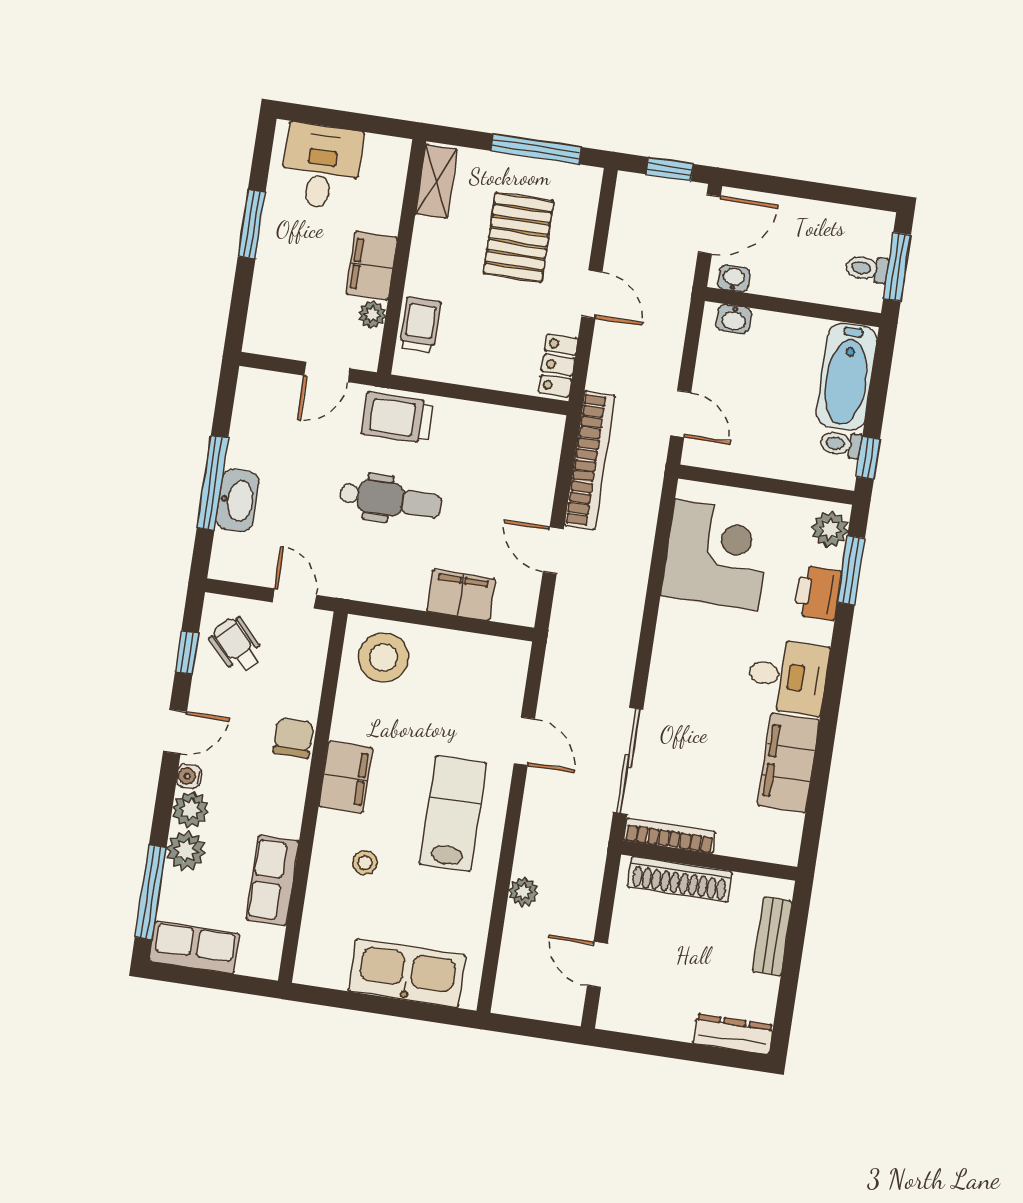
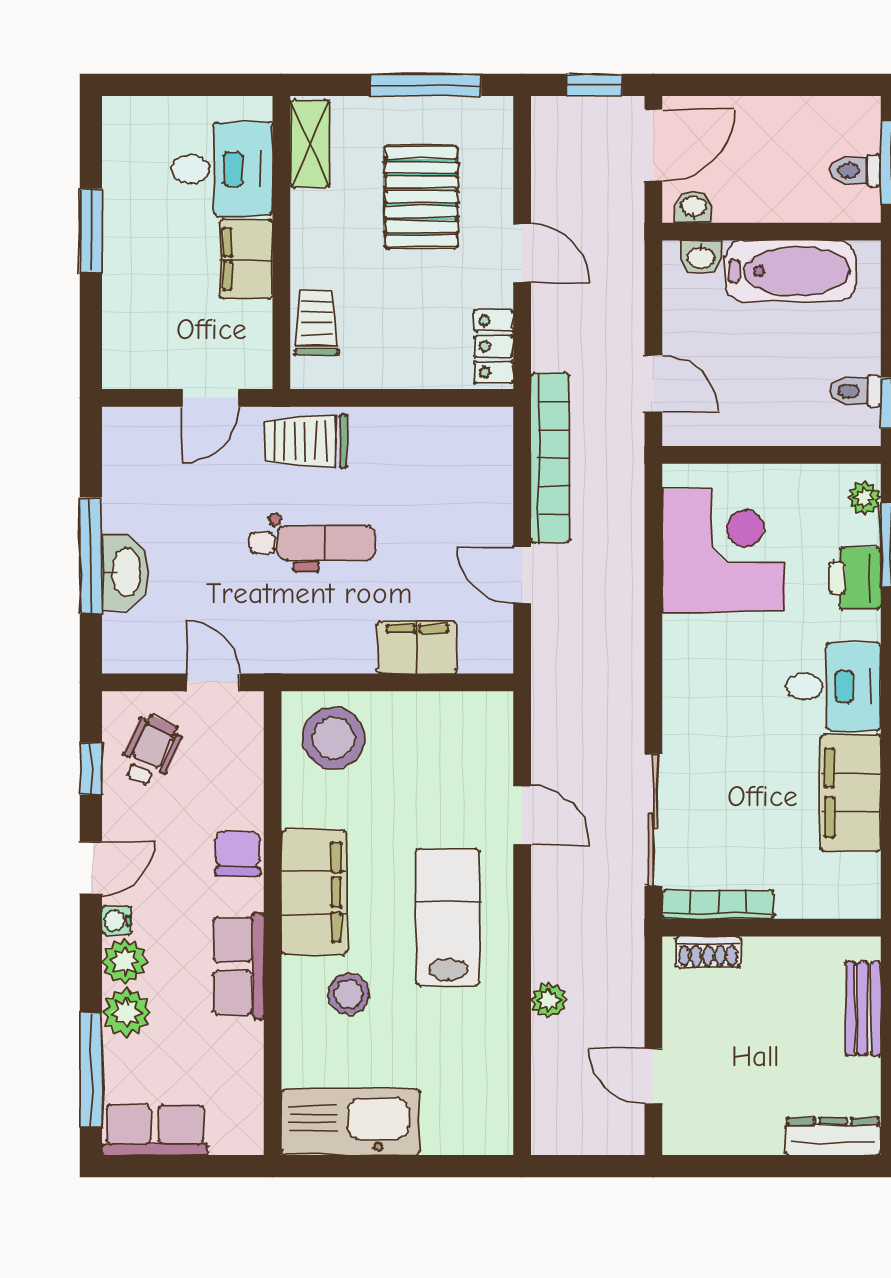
desk: (321, 166) -> (222, 169), moved, turned 90
plant: (372, 315) -> (256, 319), removed
bathtub: (847, 377) -> (790, 271), moved, turned -90
plant: (830, 529) -> (864, 498), width x0.73, depth x0.73
wheelchair: (237, 645) -> (151, 750), turned 69
filing cabinet: (346, 777) -> (314, 892), width x1.50, depth x1.17
stool: (365, 863) -> (349, 994), width x1.37, depth x1.37
shoe rack: (680, 879) -> (708, 952), width x0.51, depth x0.81
row of seats: (272, 880) -> (238, 966), moved
kitchen sink: (407, 973) -> (351, 1122), moved

